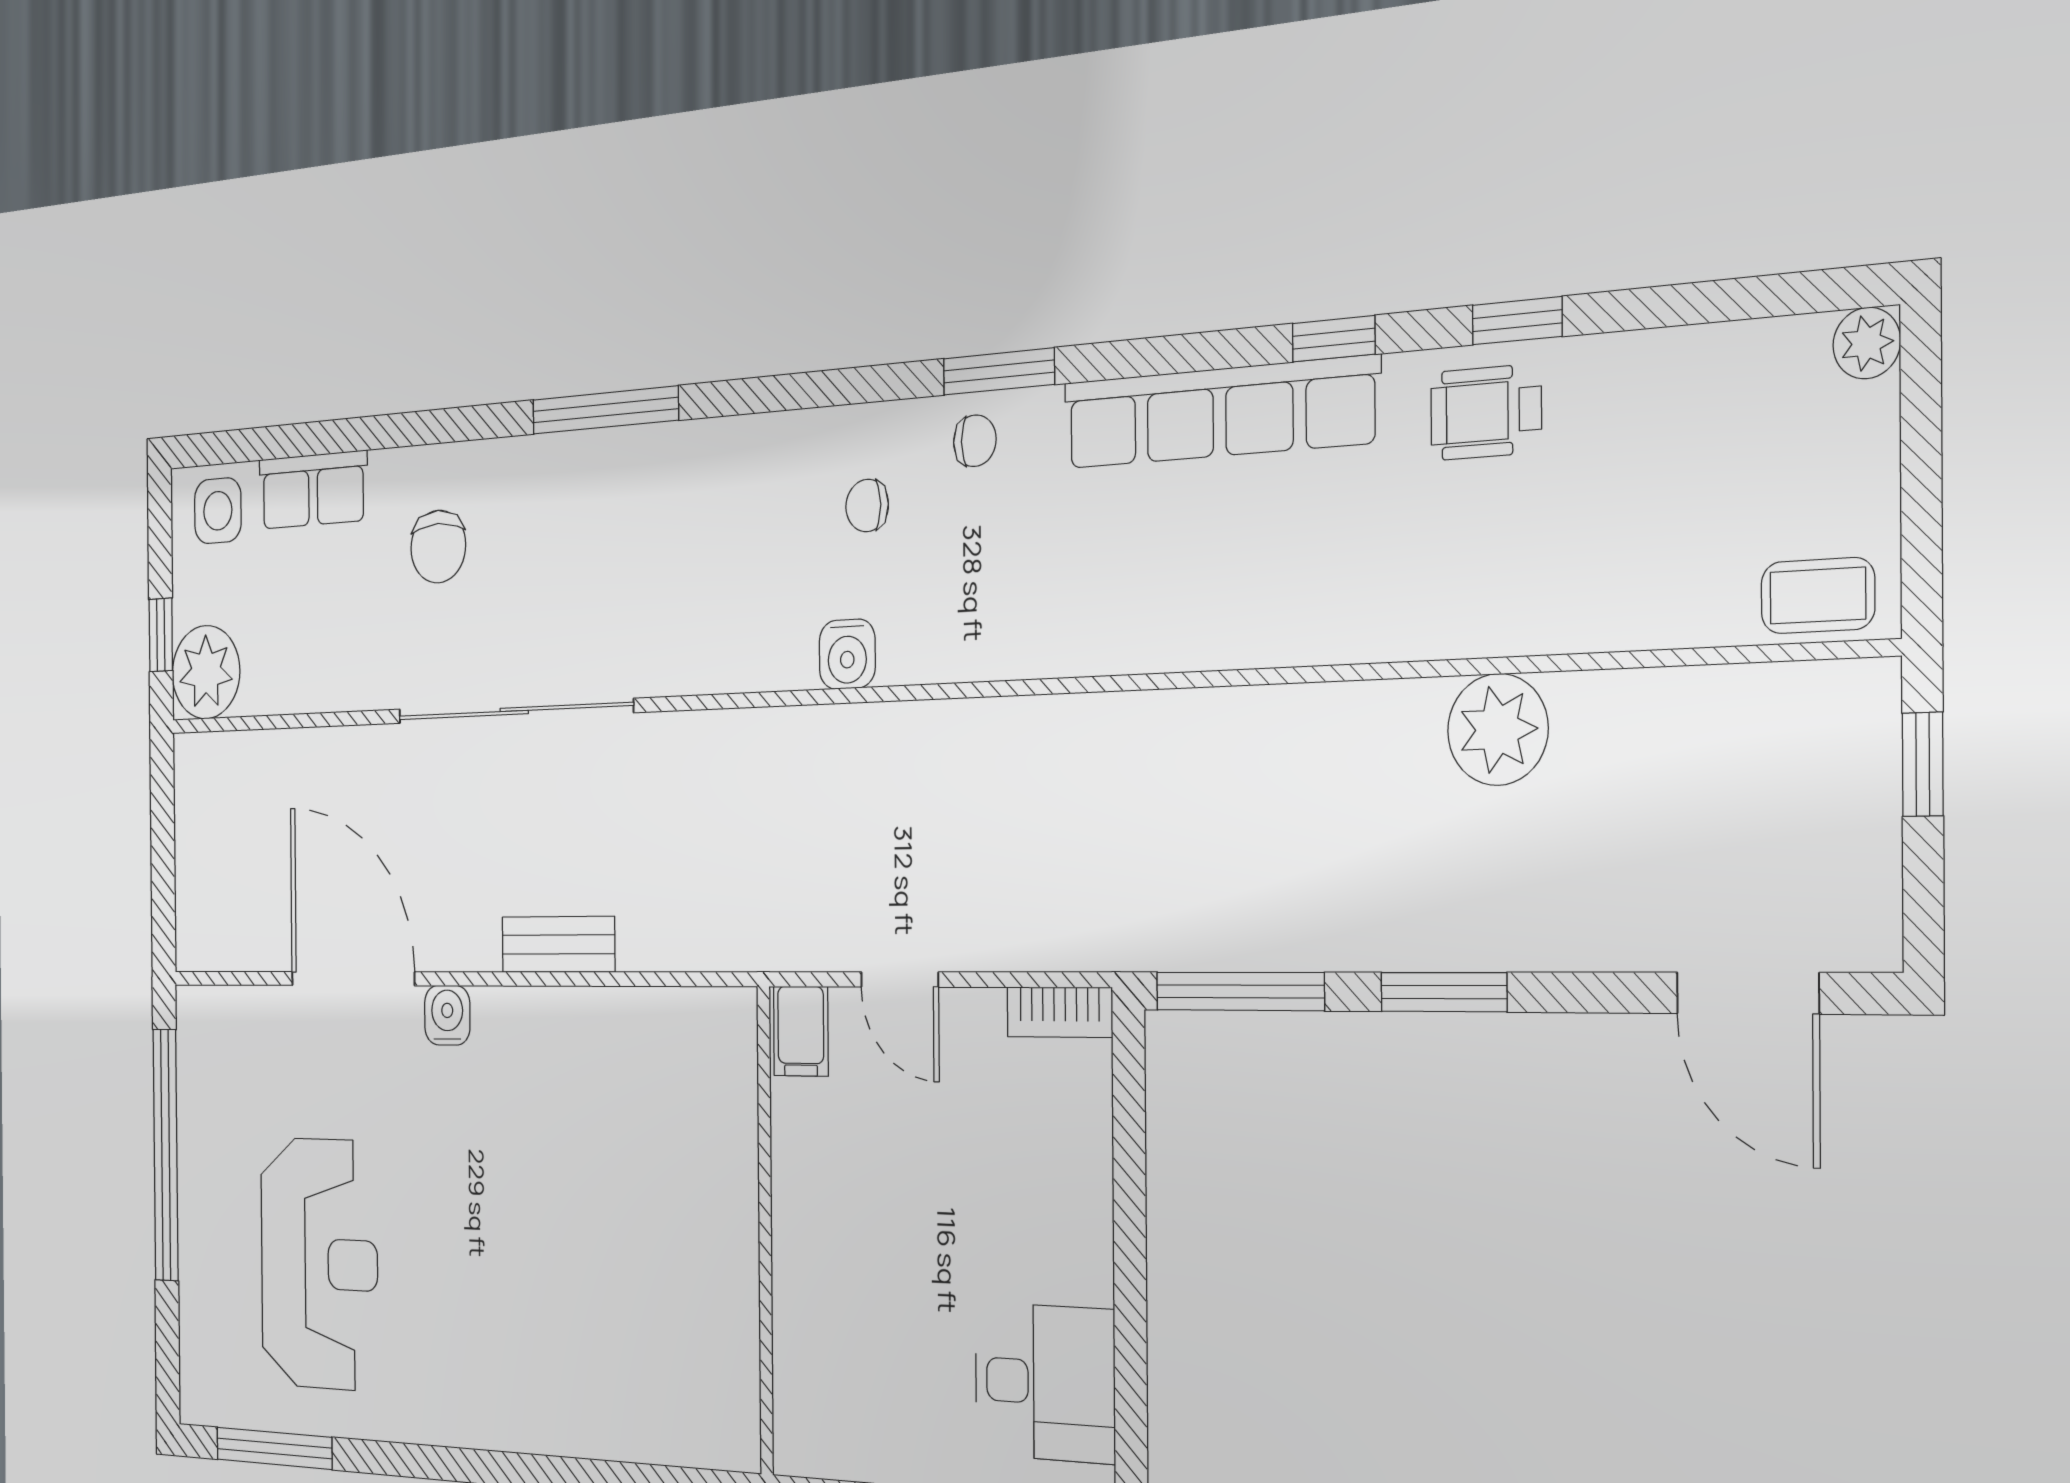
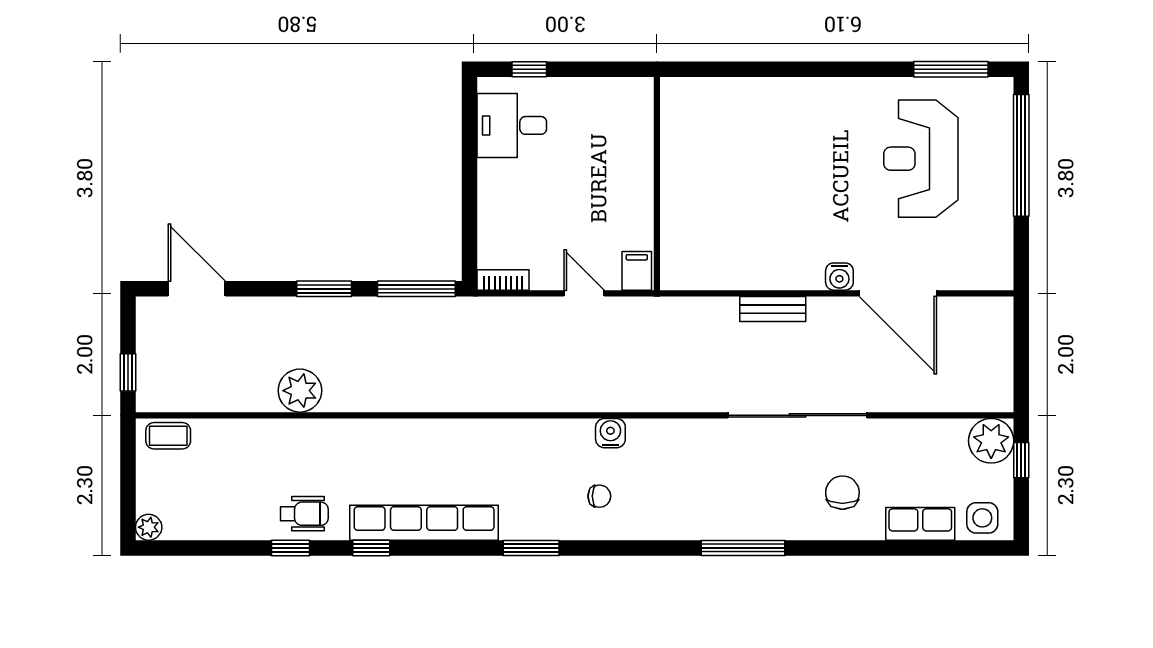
chair: (975, 441) -> (543, 520), removed
window: (166, 1155) -> (1021, 155), moved

